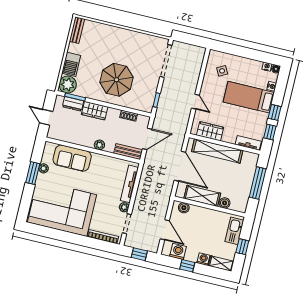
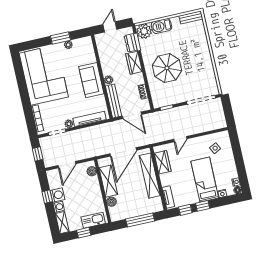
bench: (128, 152) -> (114, 101), width x1.36
sofa: (72, 158) -> (91, 80), moved
washing machine: (178, 251) -> (57, 195), moved

